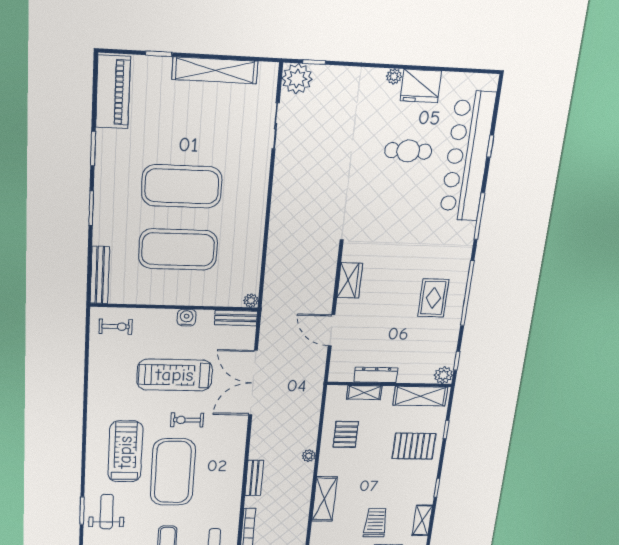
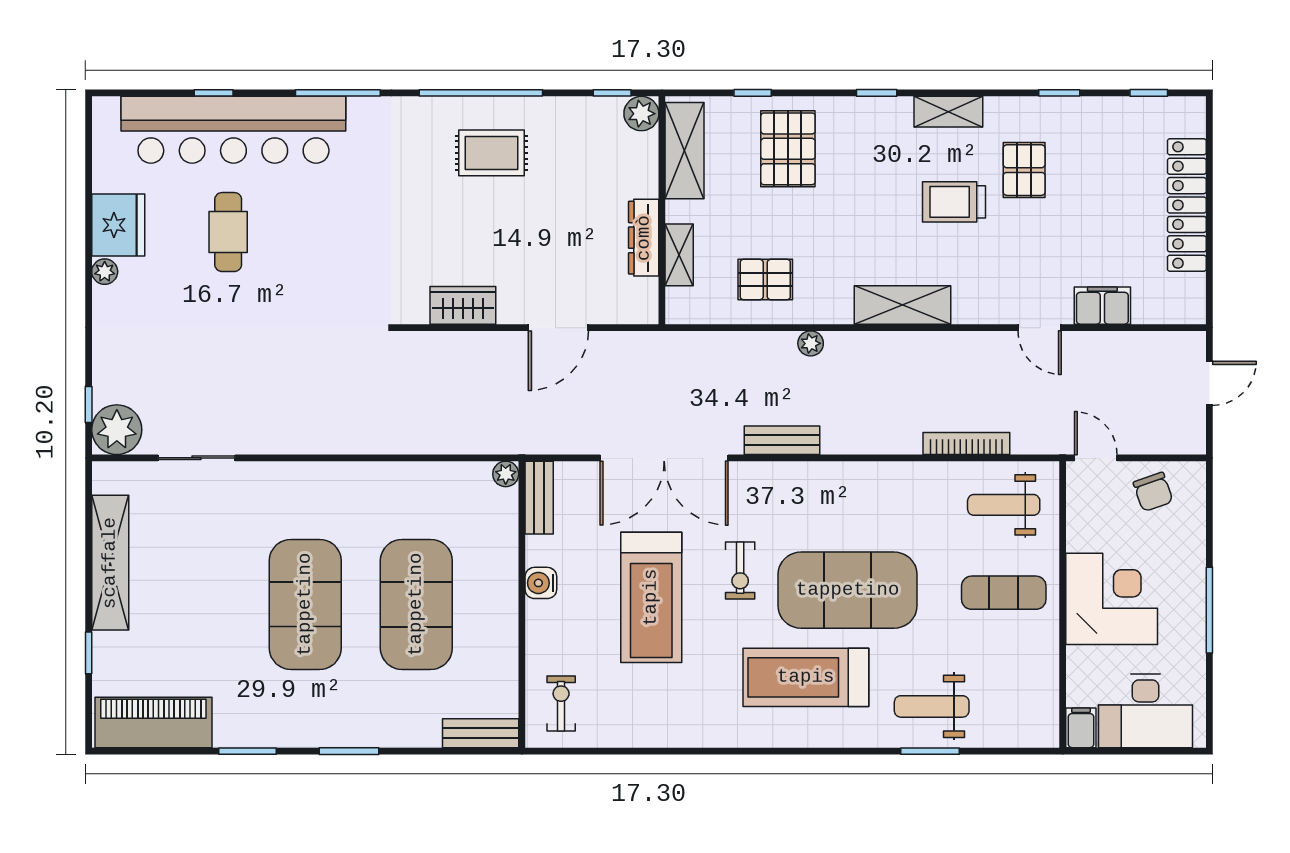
bench: (100, 275) -> (481, 733), width x0.73
bench: (254, 478) -> (782, 440), moved

